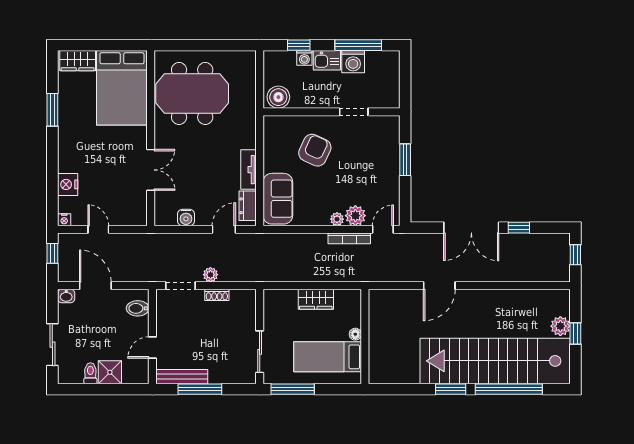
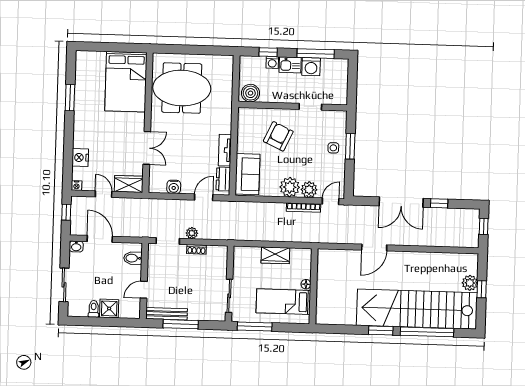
wardrobe: (78, 61) -> (129, 184), moved, turned 180
side table: (384, 162) -> (333, 148), added
plant: (337, 219) -> (290, 187), width x1.88, depth x1.88

